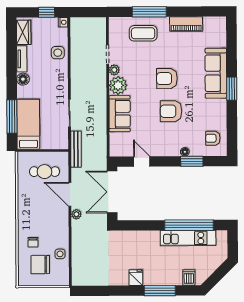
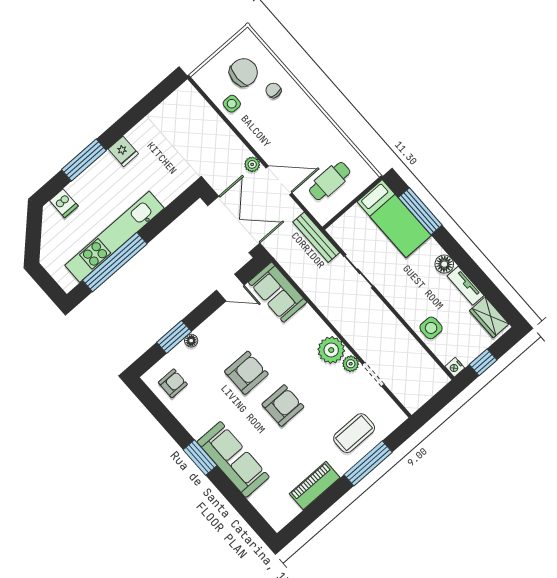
sofa: (120, 114) -> (278, 292), moved
kitchen unit: (188, 238) -> (114, 237), width x1.36

